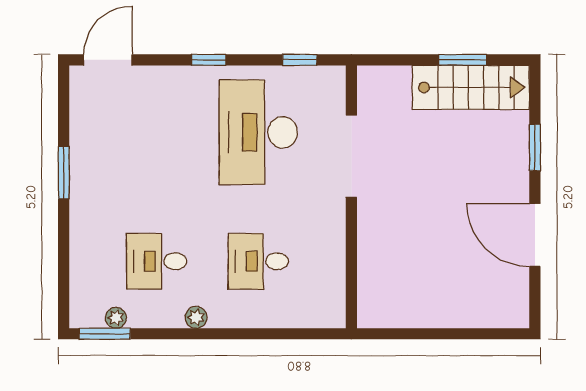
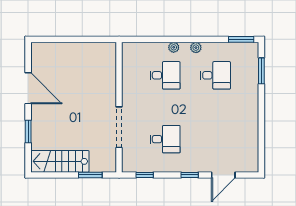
door: (108, 60) -> (223, 175), moved
window: (462, 60) -> (90, 175), moved
desk: (258, 132) -> (165, 139), width x0.53, depth x0.77
window: (64, 173) -> (261, 71), moved
plant: (116, 318) -> (174, 47), moved

